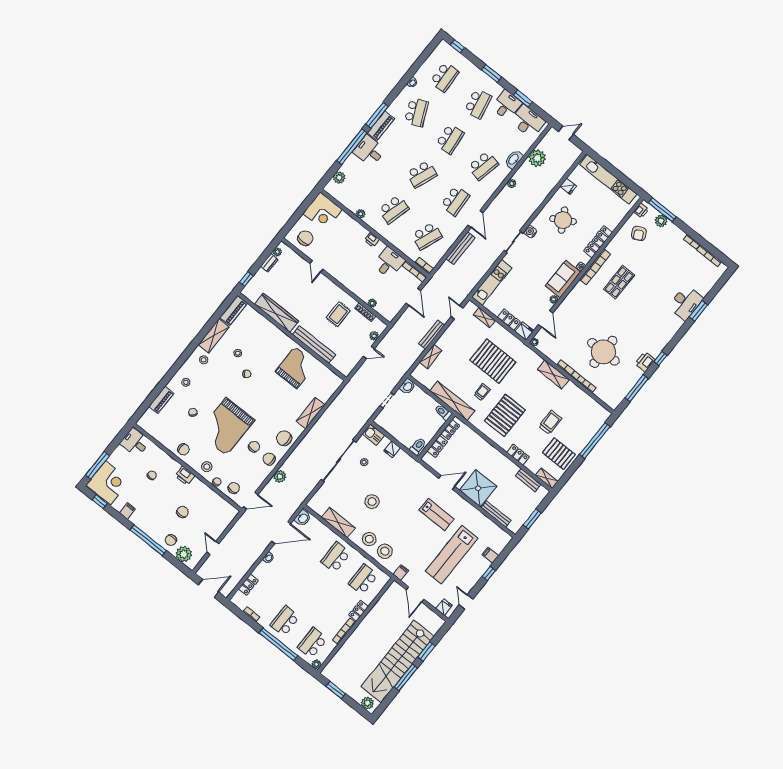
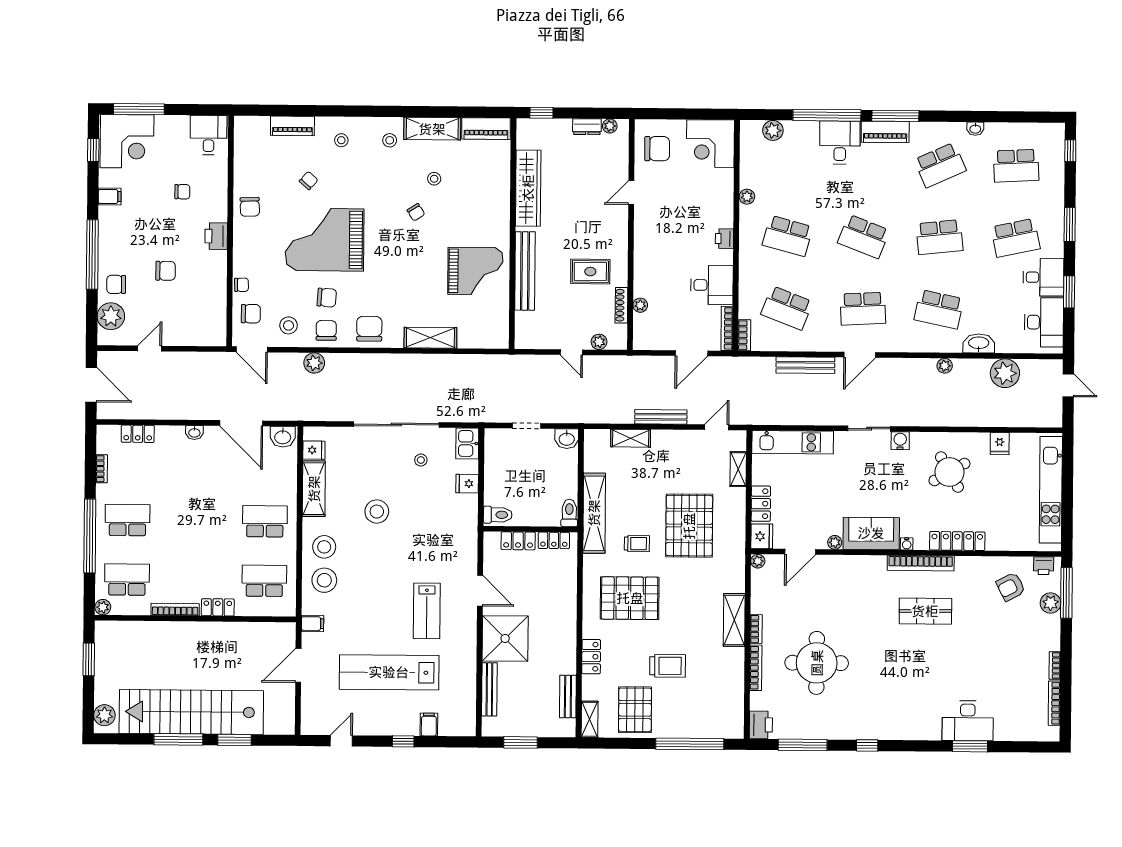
printer: (645, 362) -> (761, 725), moved, turned 90
stool: (207, 467) -> (289, 325), moved
fridge: (444, 607) -> (314, 450), moved

